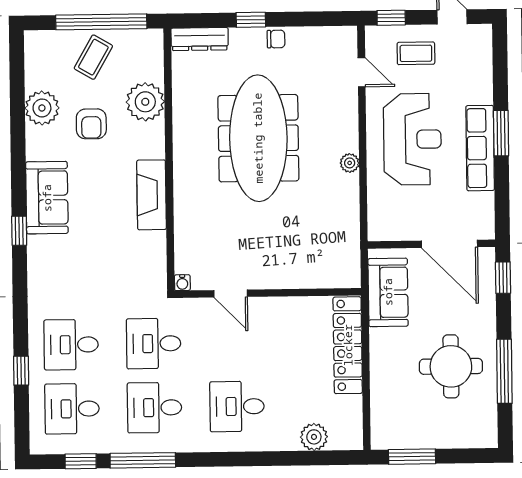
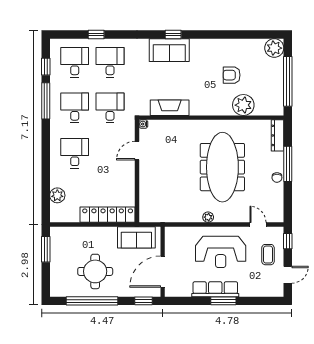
window: (251, 20) -> (288, 164), width x2.17
coffee table: (93, 57) -> (268, 77), removed
door: (362, 72) -> (258, 224), swing flipped
plant: (42, 108) -> (274, 48), moved
meeting table: (258, 138) -> (222, 167), turned 90
fireplace: (152, 195) -> (170, 108), moved
sofa: (47, 198) -> (169, 50), moved
window: (504, 371) -> (92, 301), width x1.46

